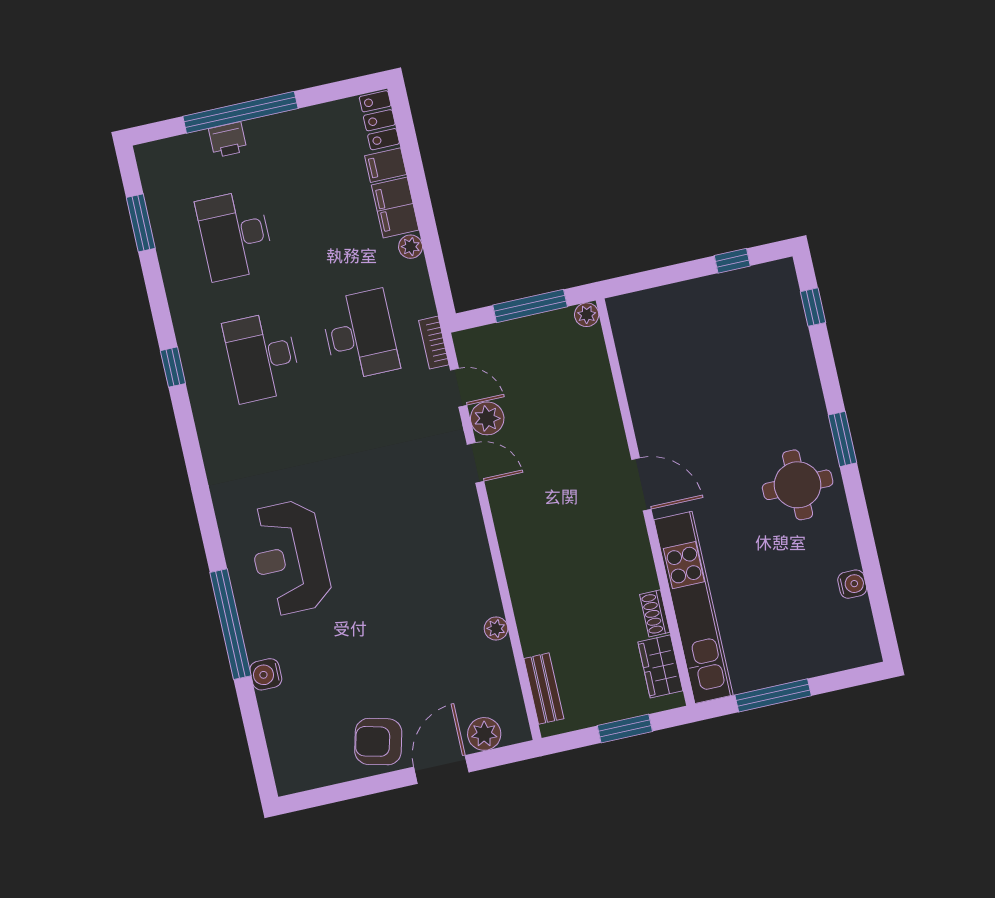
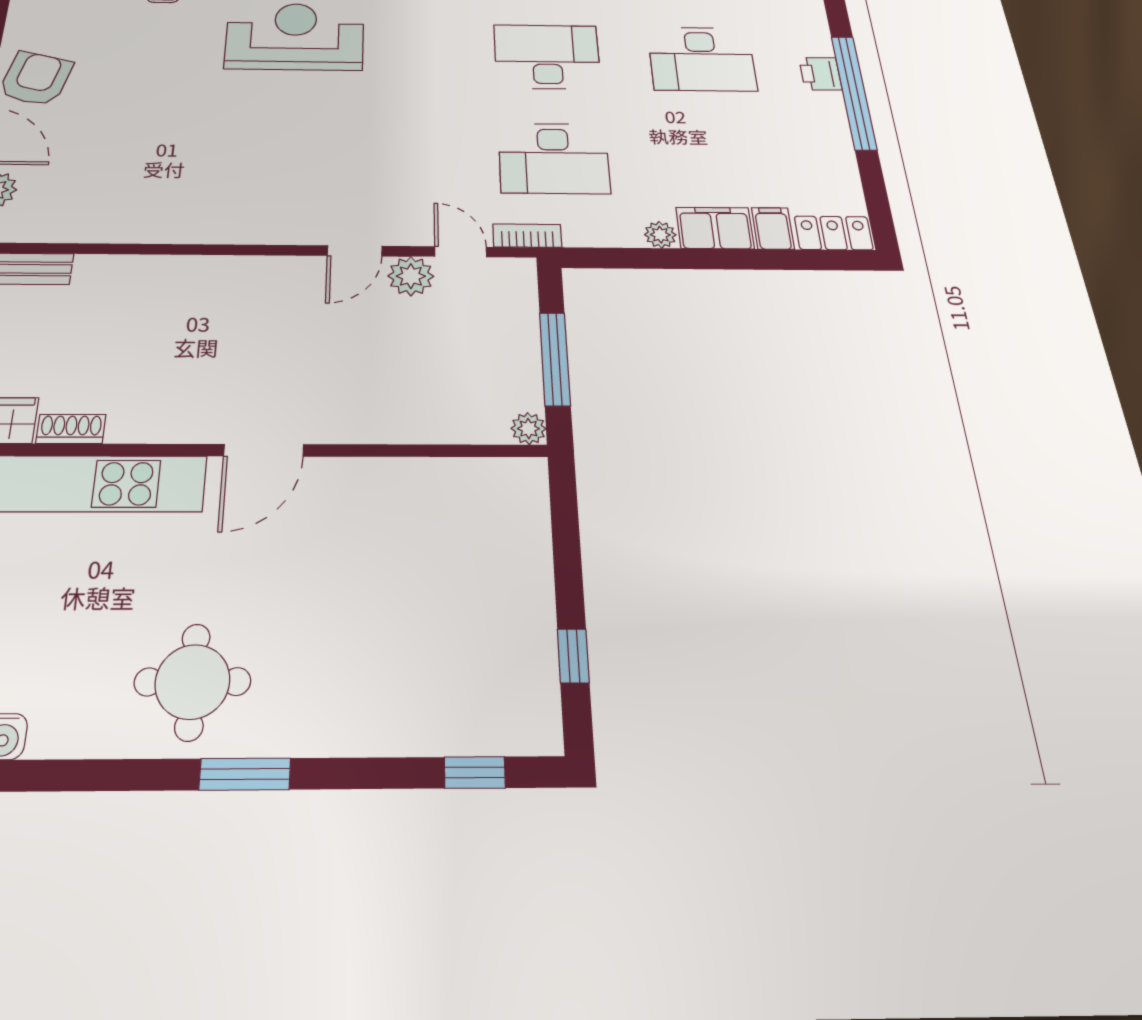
desk: (235, 235) -> (702, 59), turned 180
door: (459, 388) -> (461, 252), swing flipped
plant: (496, 629) -> (126, 230), removed

